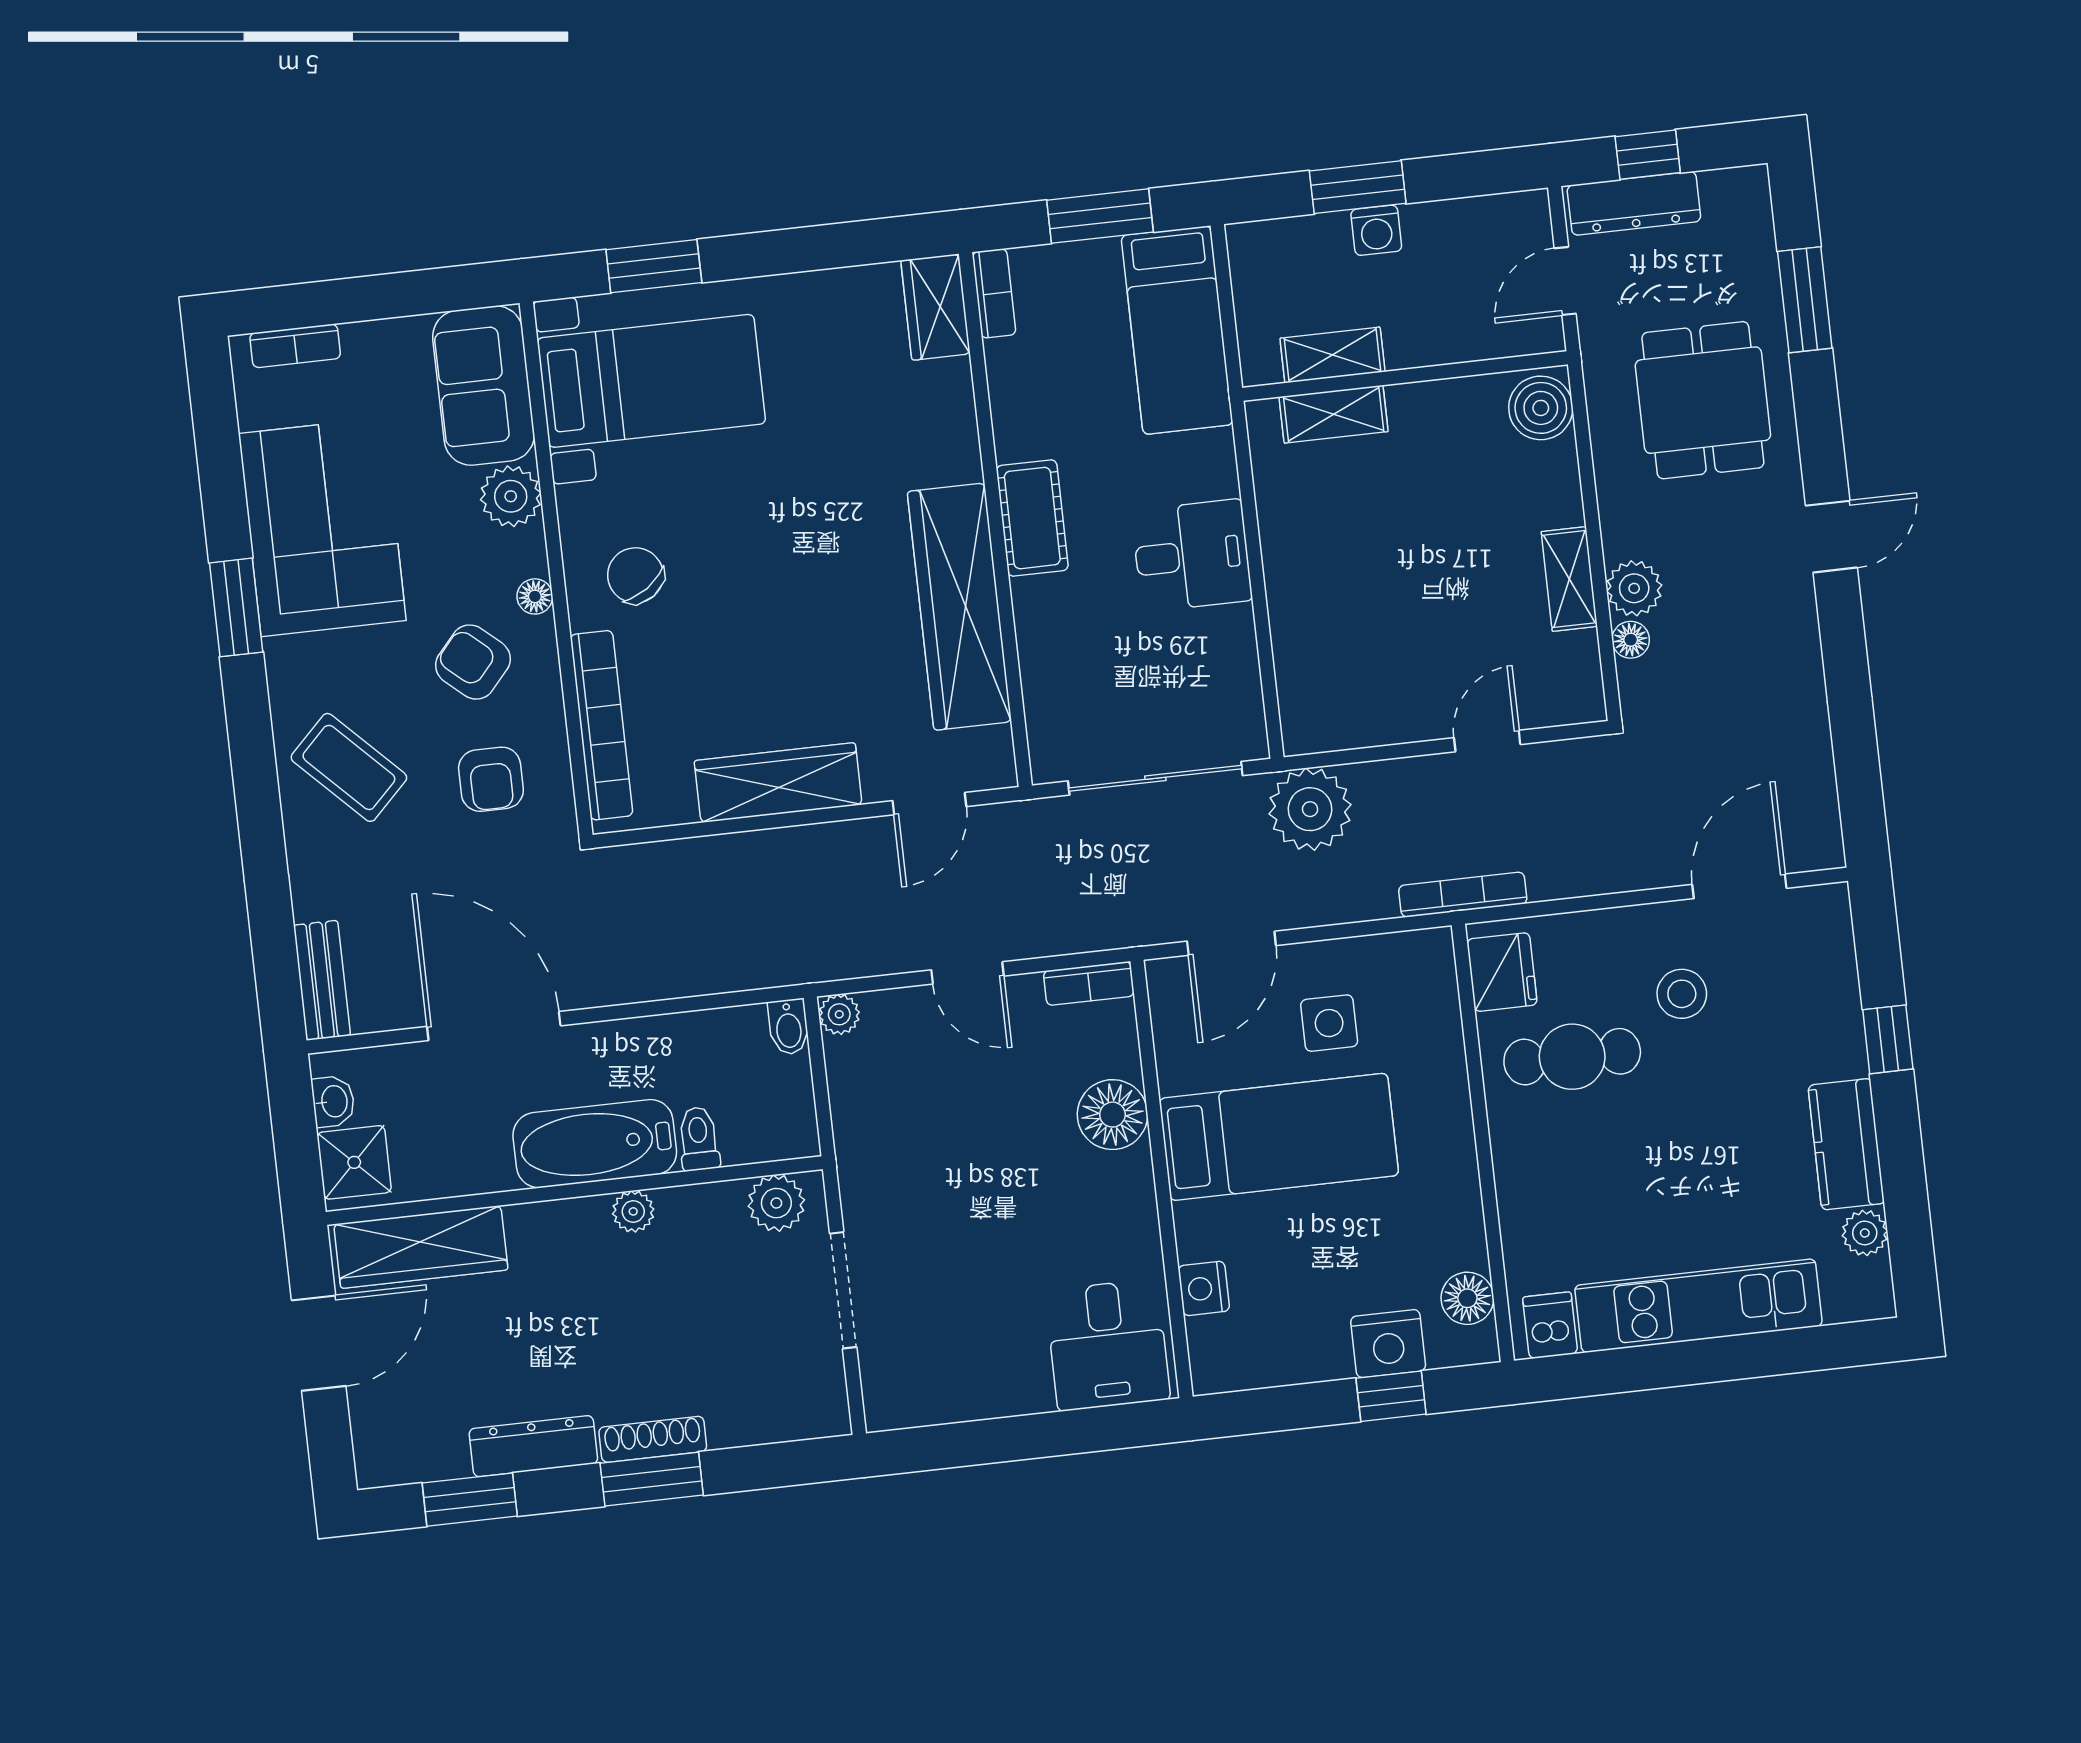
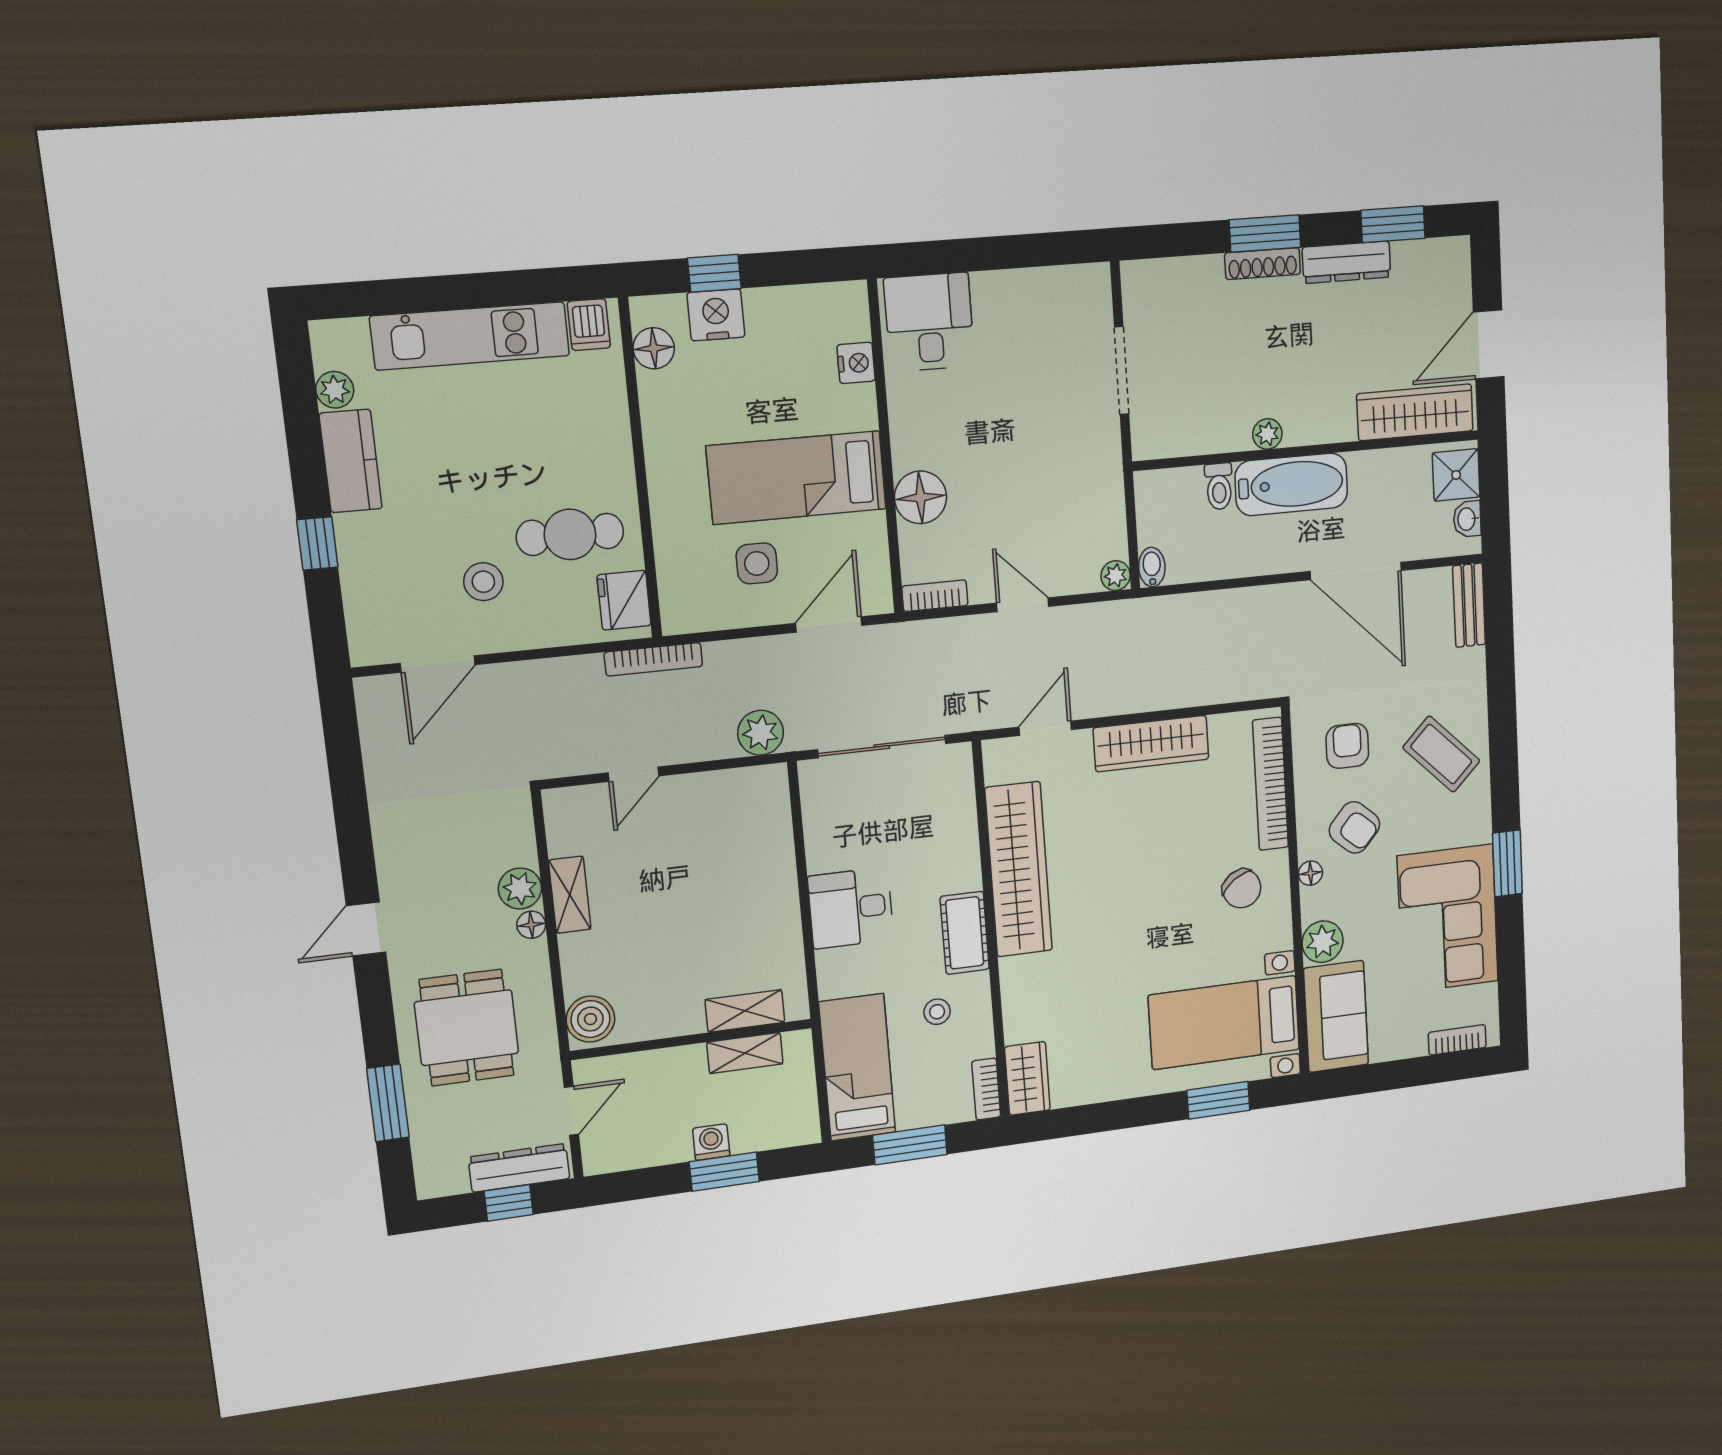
stool: (1068, 407) -> (937, 1012), added
floor lamp: (1631, 640) -> (531, 925), moved
plant: (1310, 809) -> (761, 733), width x0.73, depth x0.73
plant: (776, 1203) -> (1166, 437), removed

